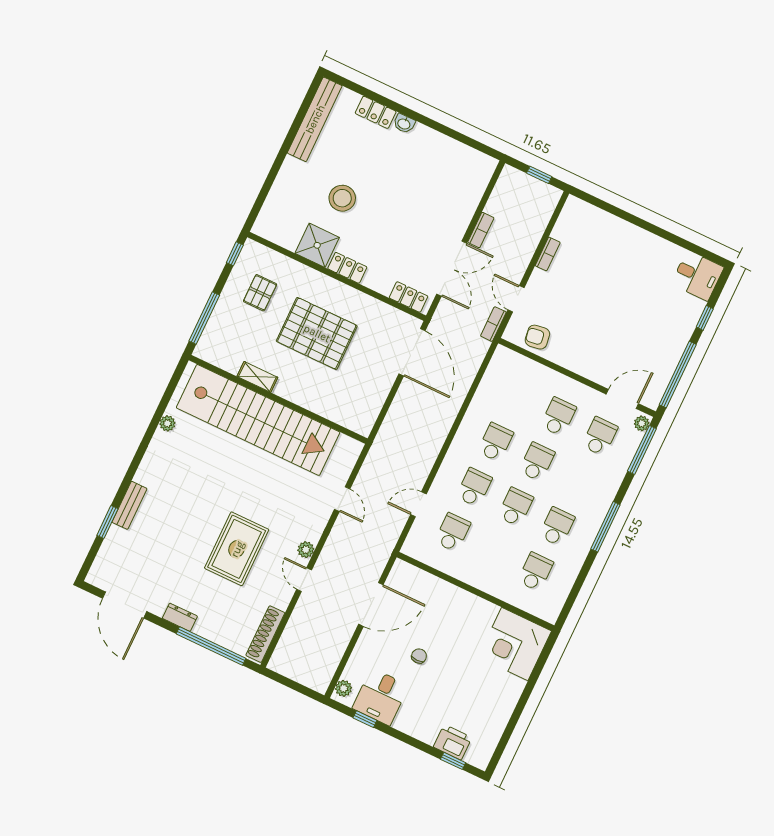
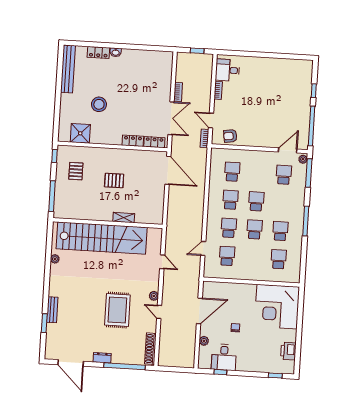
shower: (317, 245) -> (80, 133), moved
locker: (347, 268) -> (133, 141), moved
desk: (697, 276) -> (227, 70), moved, turned 180
pallet: (317, 333) -> (114, 180), width x0.49, depth x0.50
shelving: (257, 377) -> (124, 218), moved
school desk: (558, 417) -> (232, 172), moved
corner desk: (515, 644) -> (277, 307), width x1.36, depth x1.36
plant: (344, 688) -> (204, 341), moved
printer: (453, 742) -> (288, 351), moved, turned -90

